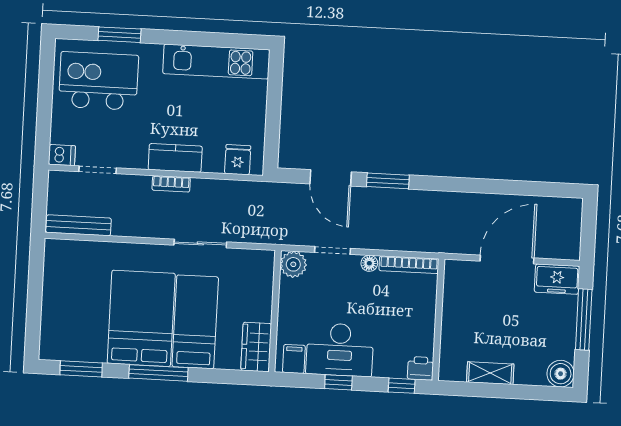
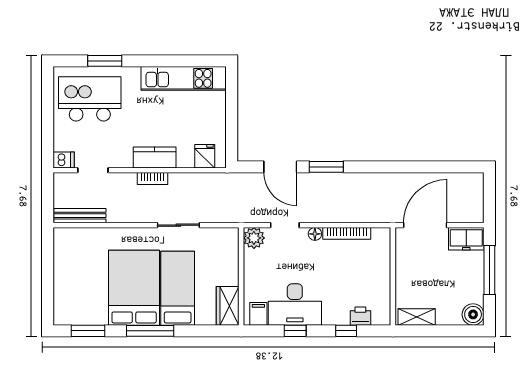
wall: (438, 320) -> (393, 276), moved

